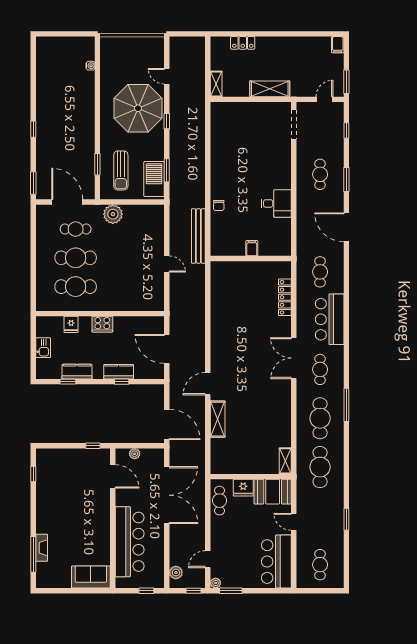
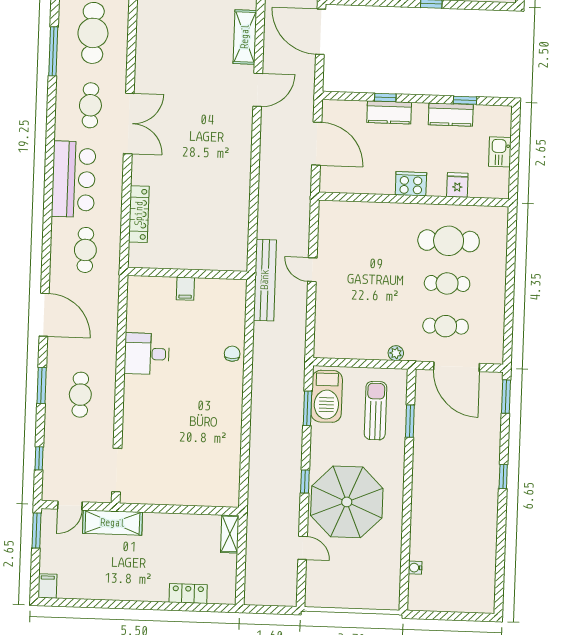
shelving: (270, 89) -> (112, 523), moved
plant: (113, 214) -> (396, 353), width x0.53, depth x0.53
bench: (198, 236) -> (265, 280), moved
cafe table: (76, 258) -> (447, 283), width x0.73, depth x0.74

